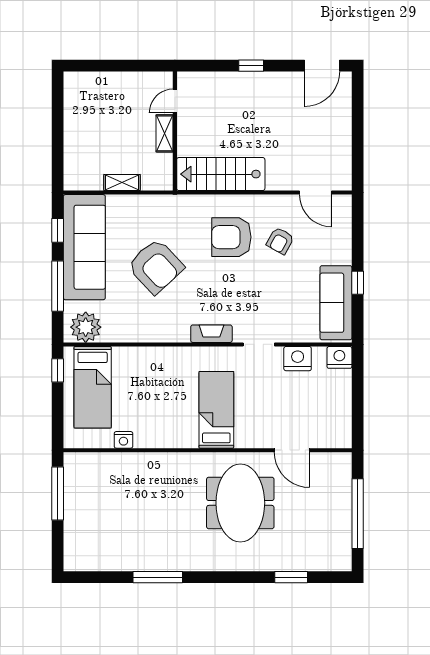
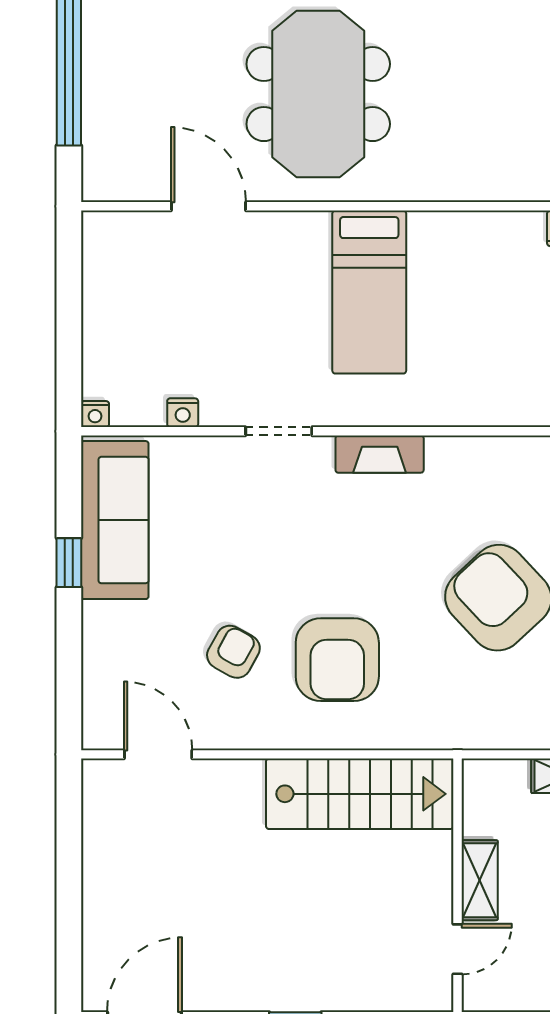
armchair: (231, 237) -> (337, 660), turned 90
nightstand: (339, 357) -> (95, 414), width x0.53, depth x0.56
nightstand: (298, 359) -> (183, 413), width x0.53, depth x0.56

